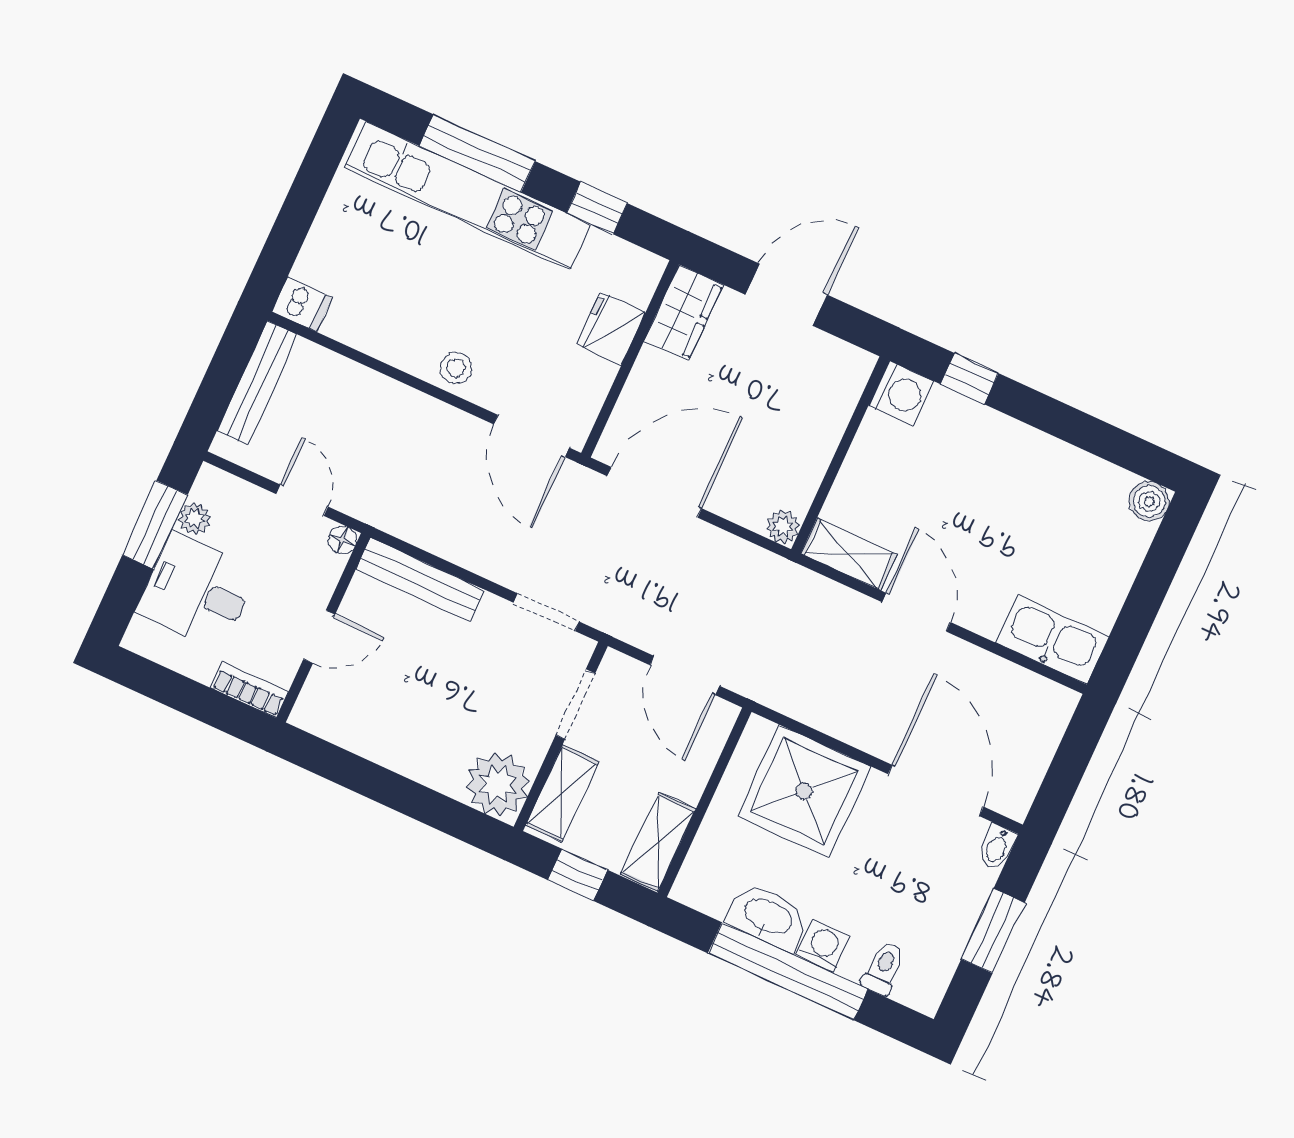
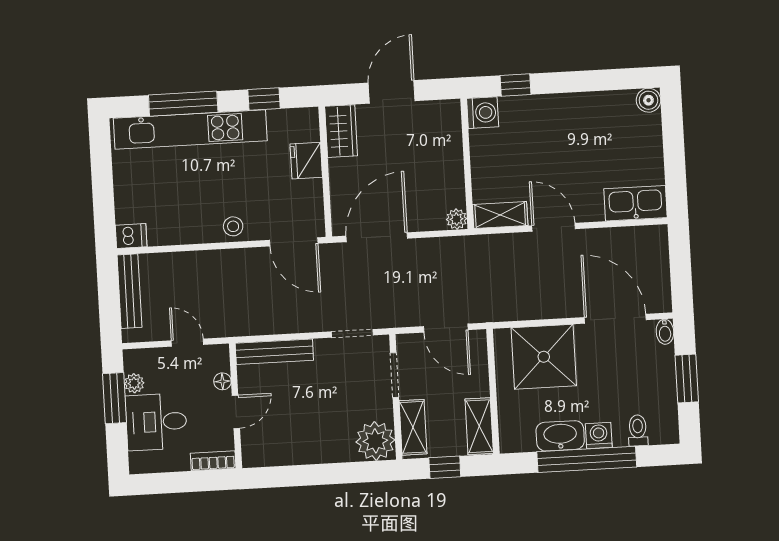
floor lamp: (343, 540) -> (222, 381), moved

